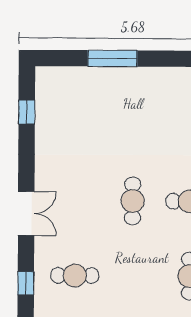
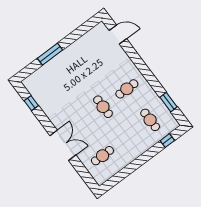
double door: (26, 213) -> (63, 145), width x1.37
window: (26, 283) -> (85, 174), removed

